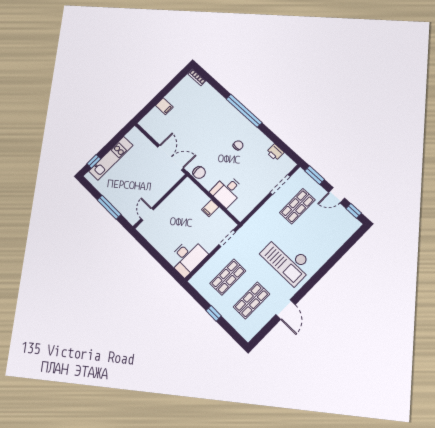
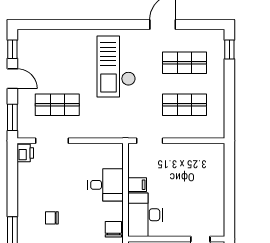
printer: (275, 152) -> (25, 153), moved
desk: (188, 257) -> (145, 215), moved, turned -90
checkout: (287, 260) -> (116, 66), turned 180
window: (214, 313) -> (229, 50), moved

